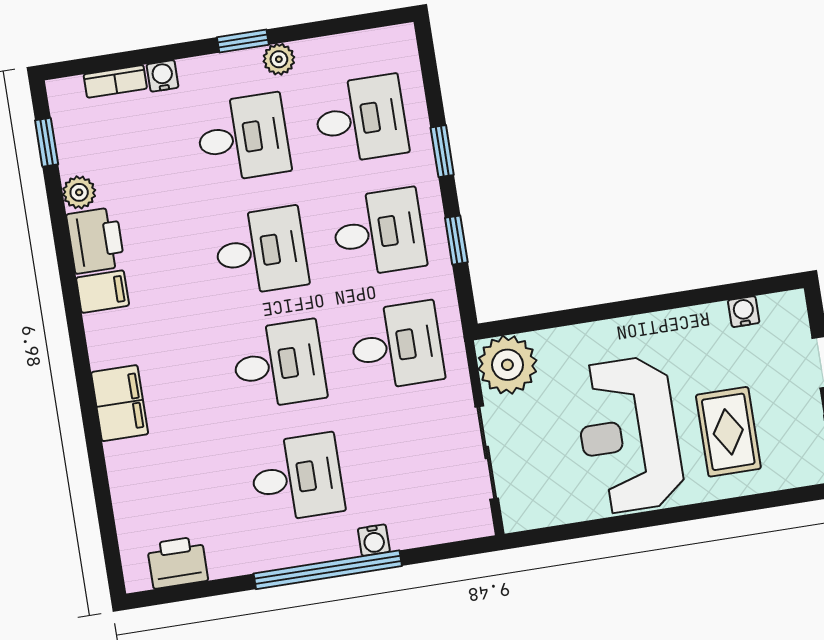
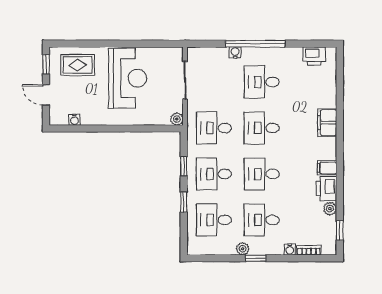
plant: (507, 365) -> (177, 119), width x0.53, depth x0.53
rug: (728, 432) -> (78, 65), moved, turned 90

